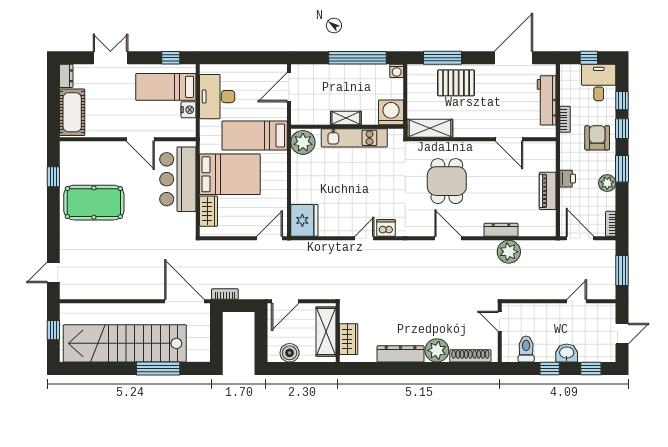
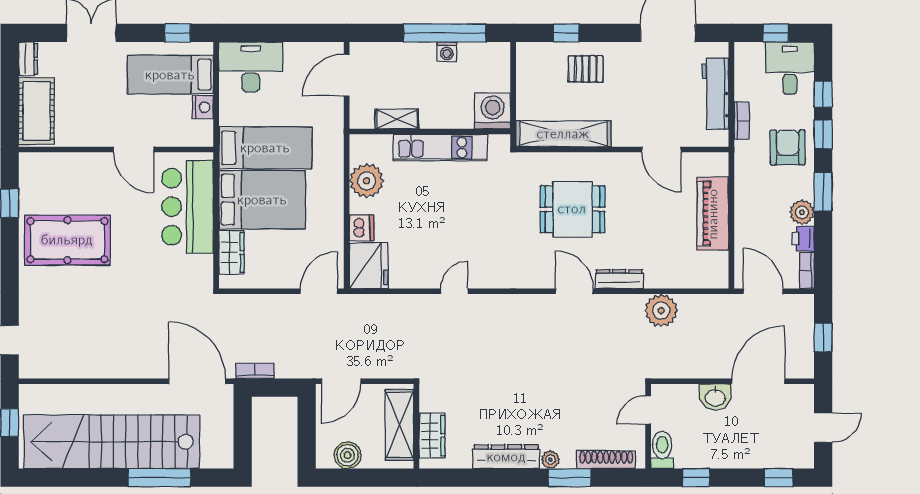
window: (443, 58) -> (566, 33), width x0.46
washing machine: (397, 71) -> (447, 52), moved
pallet: (456, 83) -> (586, 69), width x0.67, depth x0.71
desk: (217, 97) -> (251, 67), moved, turned 90
shelving: (346, 118) -> (397, 119), moved
shelving: (430, 128) -> (563, 134), width x1.47
bed: (255, 136) -> (265, 148), moved, turned 180
plant: (303, 142) -> (367, 181), moved
printer: (568, 179) -> (803, 239), moved, turned 180
dining table: (447, 181) -> (572, 209), turned 90
piano: (548, 191) -> (713, 214), width x1.37, depth x1.33
dishwasher: (386, 228) -> (362, 228), moved, turned 90
dresser: (501, 230) -> (619, 279), moved
window: (622, 271) -> (823, 337), width x0.67
door: (577, 301) -> (758, 381), width x1.88
door: (500, 321) -> (648, 410), hinge flipped
toilet: (526, 349) -> (662, 450), moved
plant: (437, 350) -> (550, 460), width x0.53, depth x0.53
washbasin: (567, 353) -> (715, 397), moved, turned 180
window: (445, 368) -> (570, 478), added
window: (550, 368) -> (696, 478), moved

